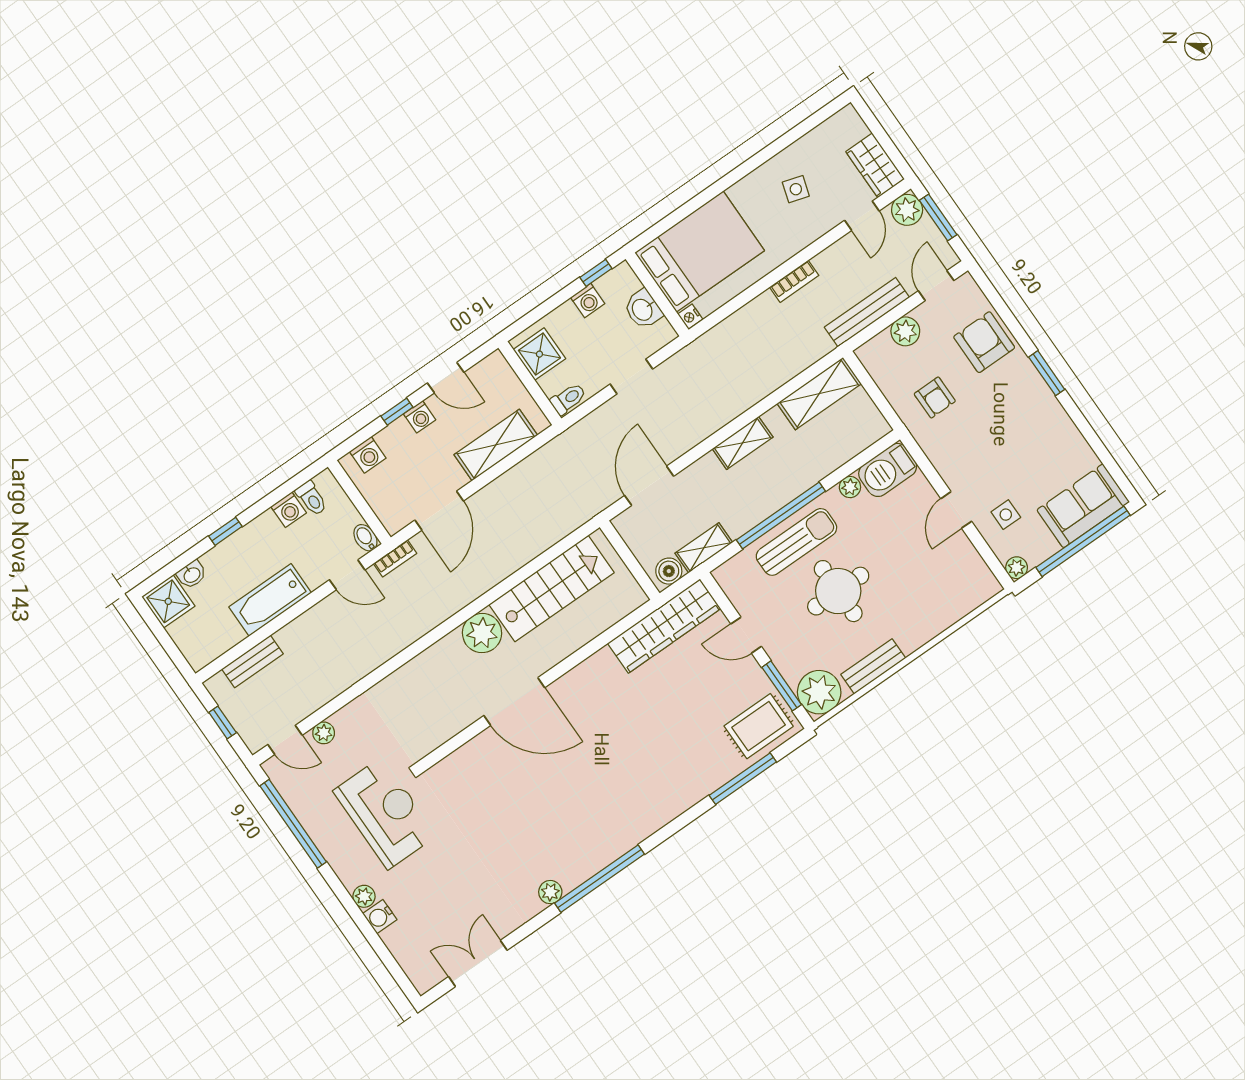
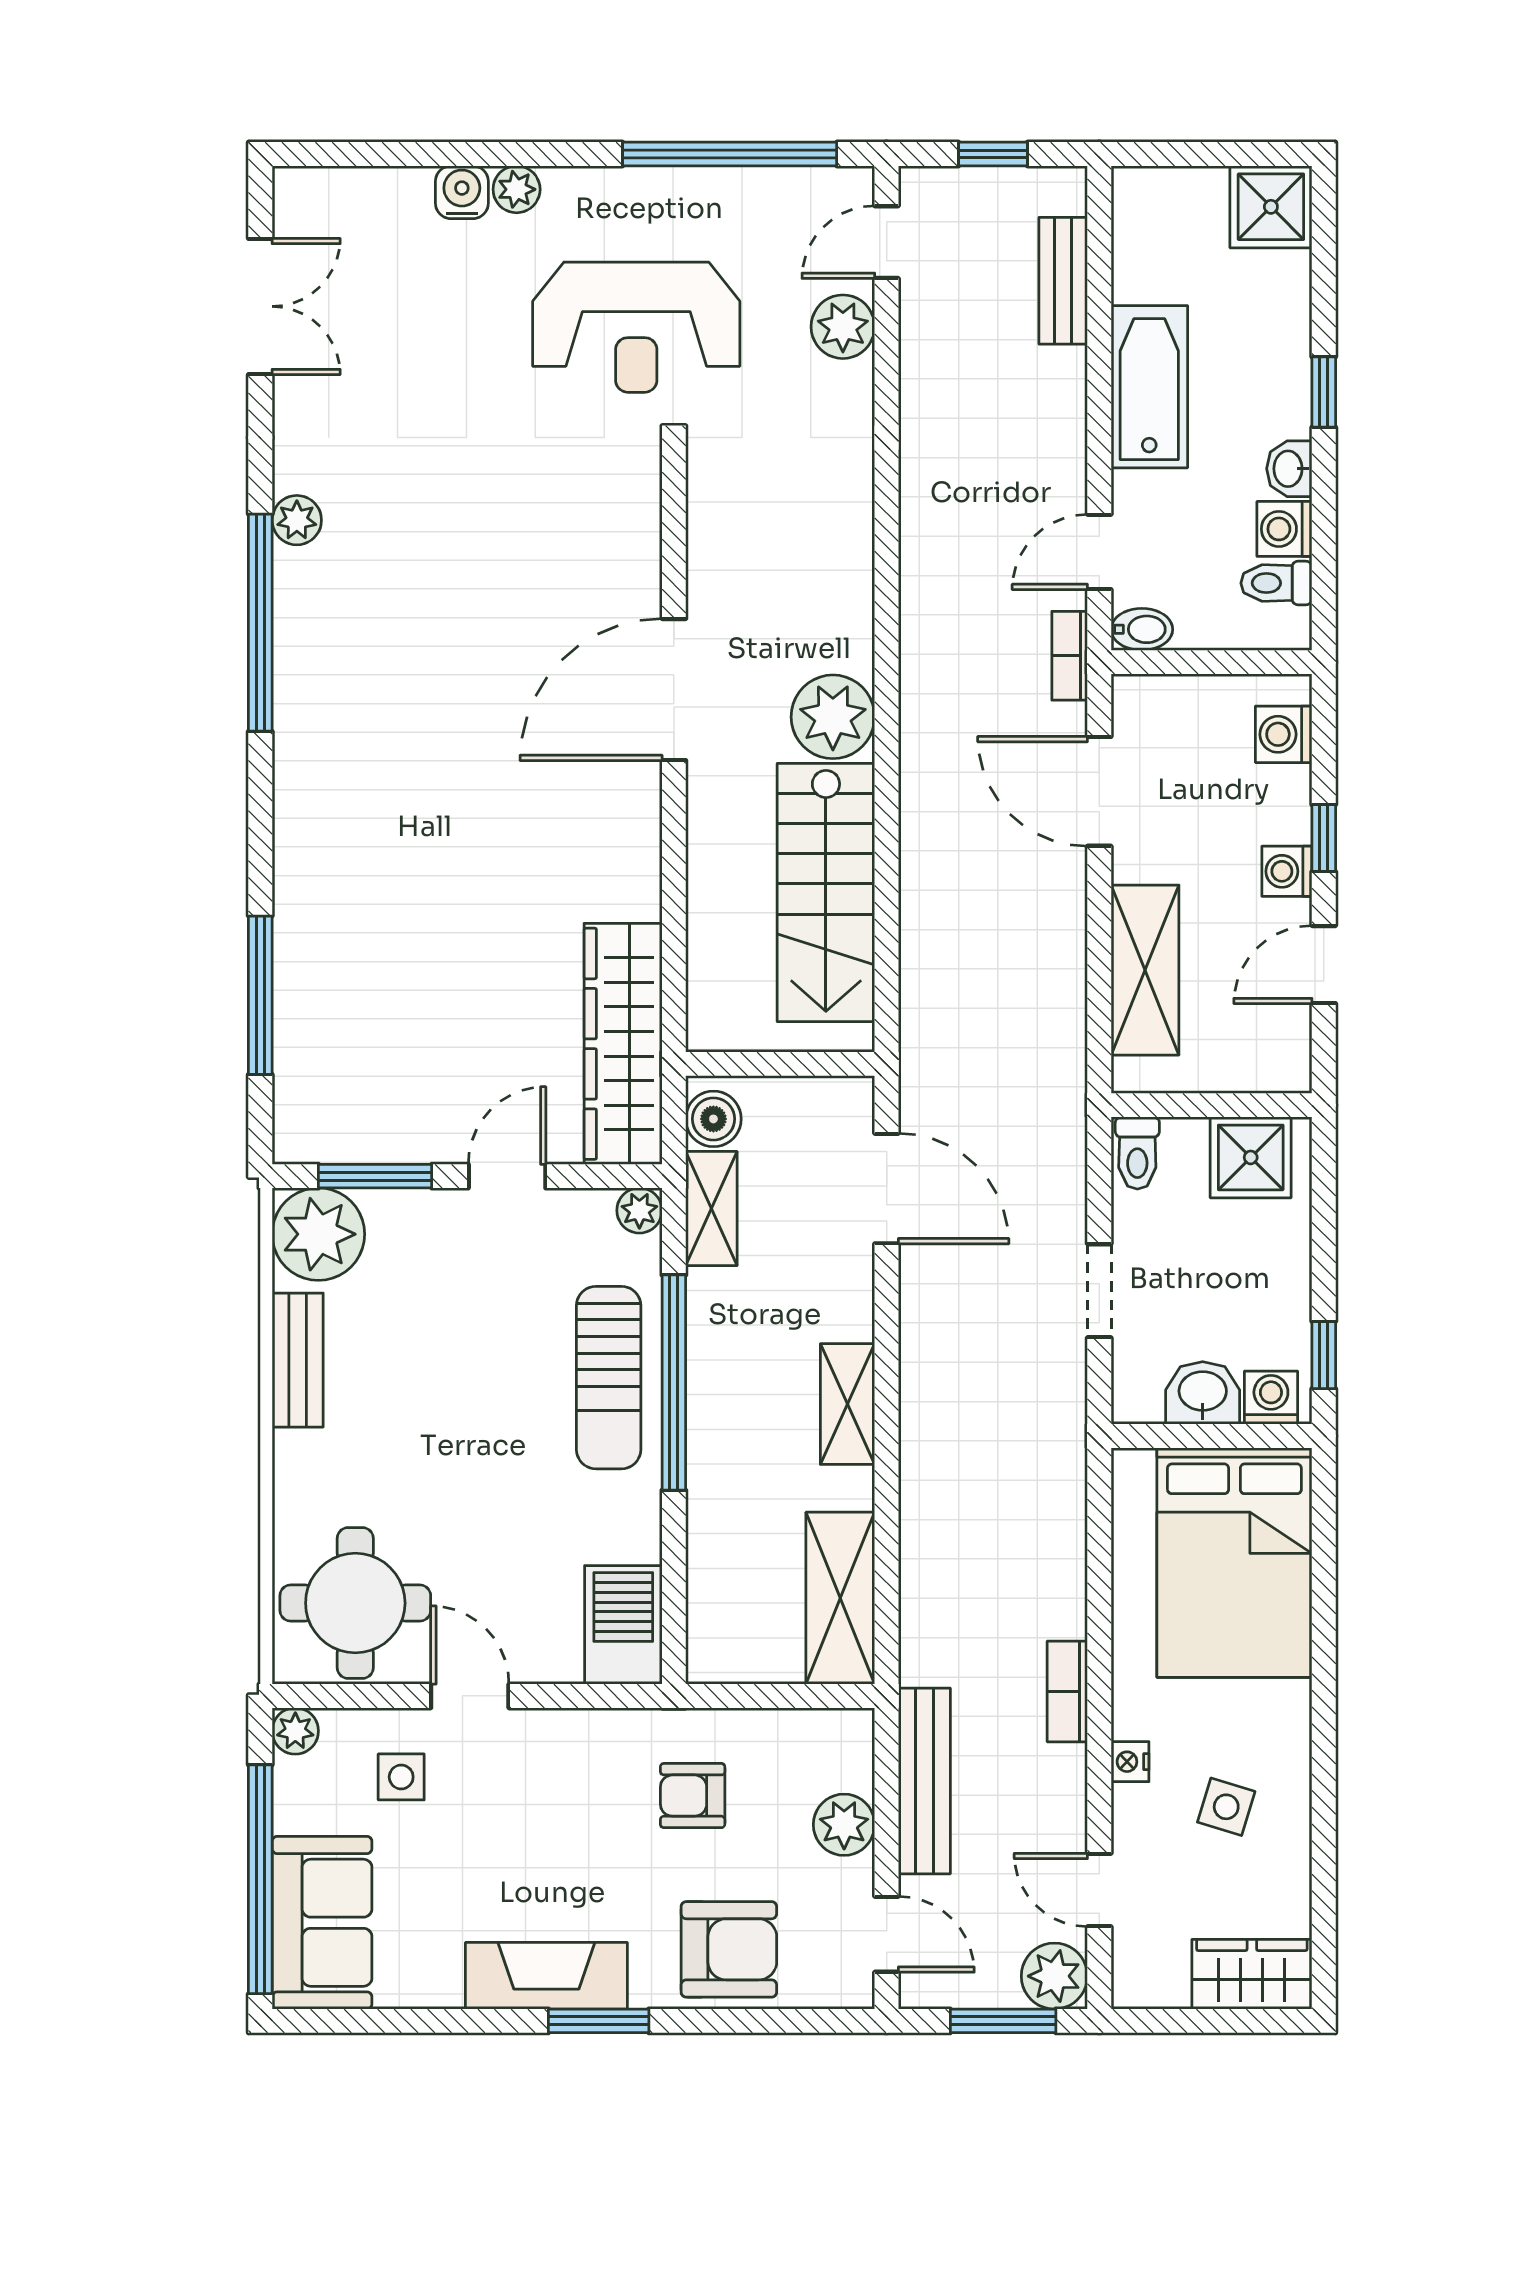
wardrobe: (875, 165) -> (1252, 1974), moved
washing machine: (588, 301) -> (1271, 1398), moved, turned 90
nightstand: (690, 317) -> (1130, 1762), moved, turned -90
fireplace: (1043, 405) -> (546, 1976), added
plant: (850, 487) -> (639, 1210), moved
washbasin: (192, 575) -> (1289, 469), moved
round table: (838, 591) -> (355, 1603), moved
rug: (759, 726) -> (333, 1087), removed
plant: (324, 733) -> (843, 327), width x1.38, depth x1.38

